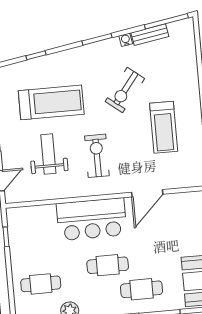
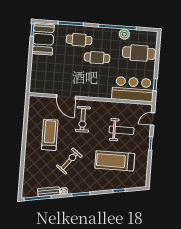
weight bench: (48, 154) -> (122, 130), turned -90
exercise bike: (97, 156) -> (83, 119), moved
door: (147, 193) -> (66, 97), swing flipped
bar counter: (92, 219) -> (133, 89), moved
cafe table: (41, 284) -> (139, 53), width x1.37, depth x1.35

